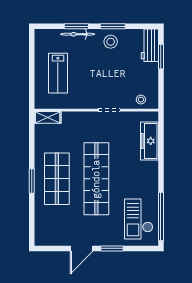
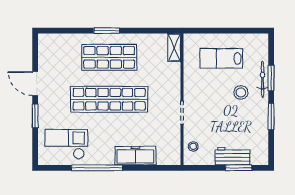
stool: (111, 42) -> (241, 92), moved
workbench: (150, 45) -> (233, 156), moved
freezer: (150, 141) -> (135, 156), moved
window: (161, 217) -> (97, 168), moved

